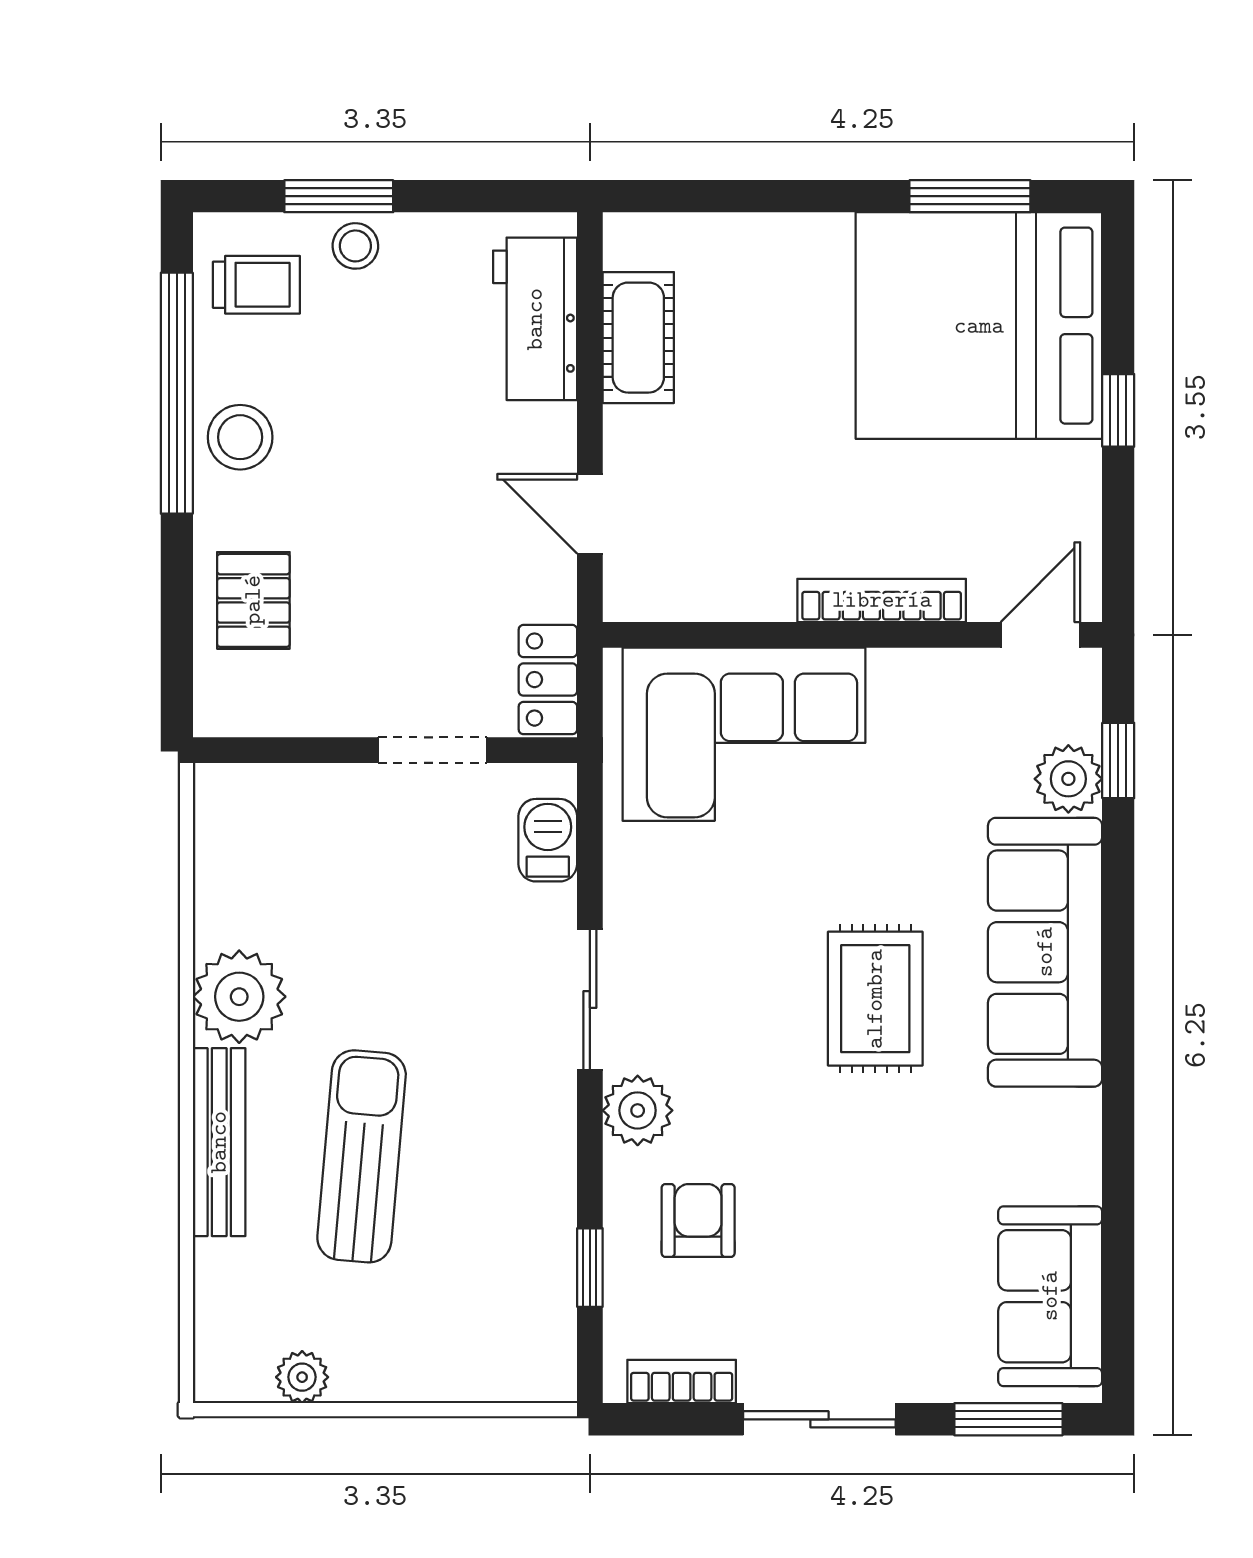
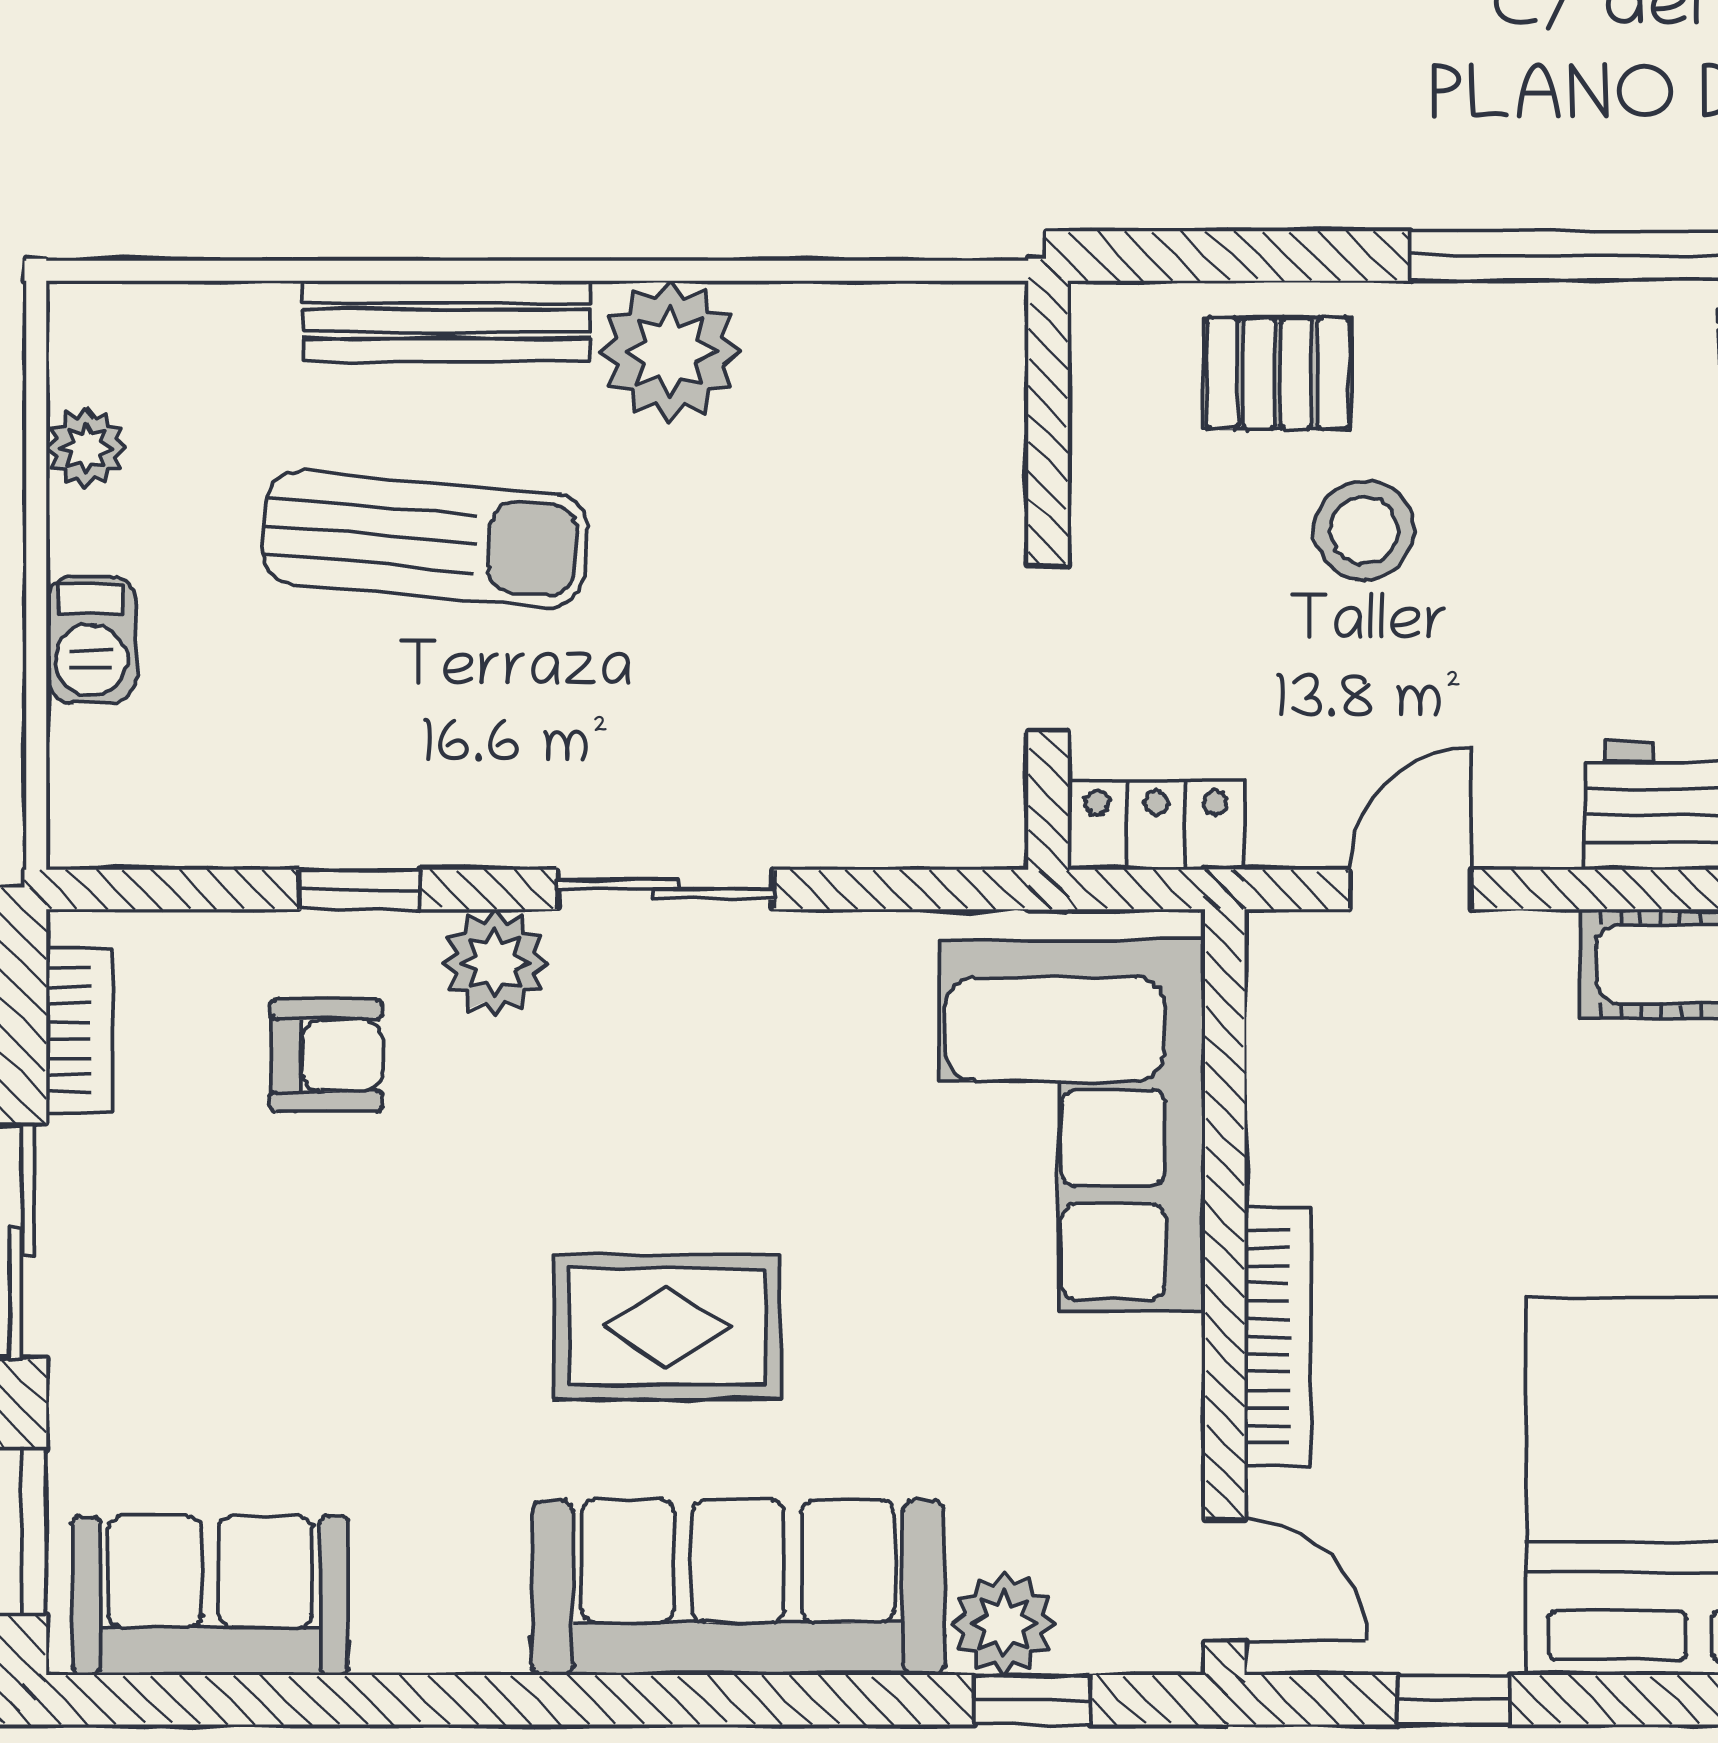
window: (1118, 410) -> (1453, 1700), moved
stool: (240, 437) -> (1364, 530), moved
barbecue: (548, 840) -> (91, 640), moved, turned 90
window: (590, 1268) -> (359, 889), moved

